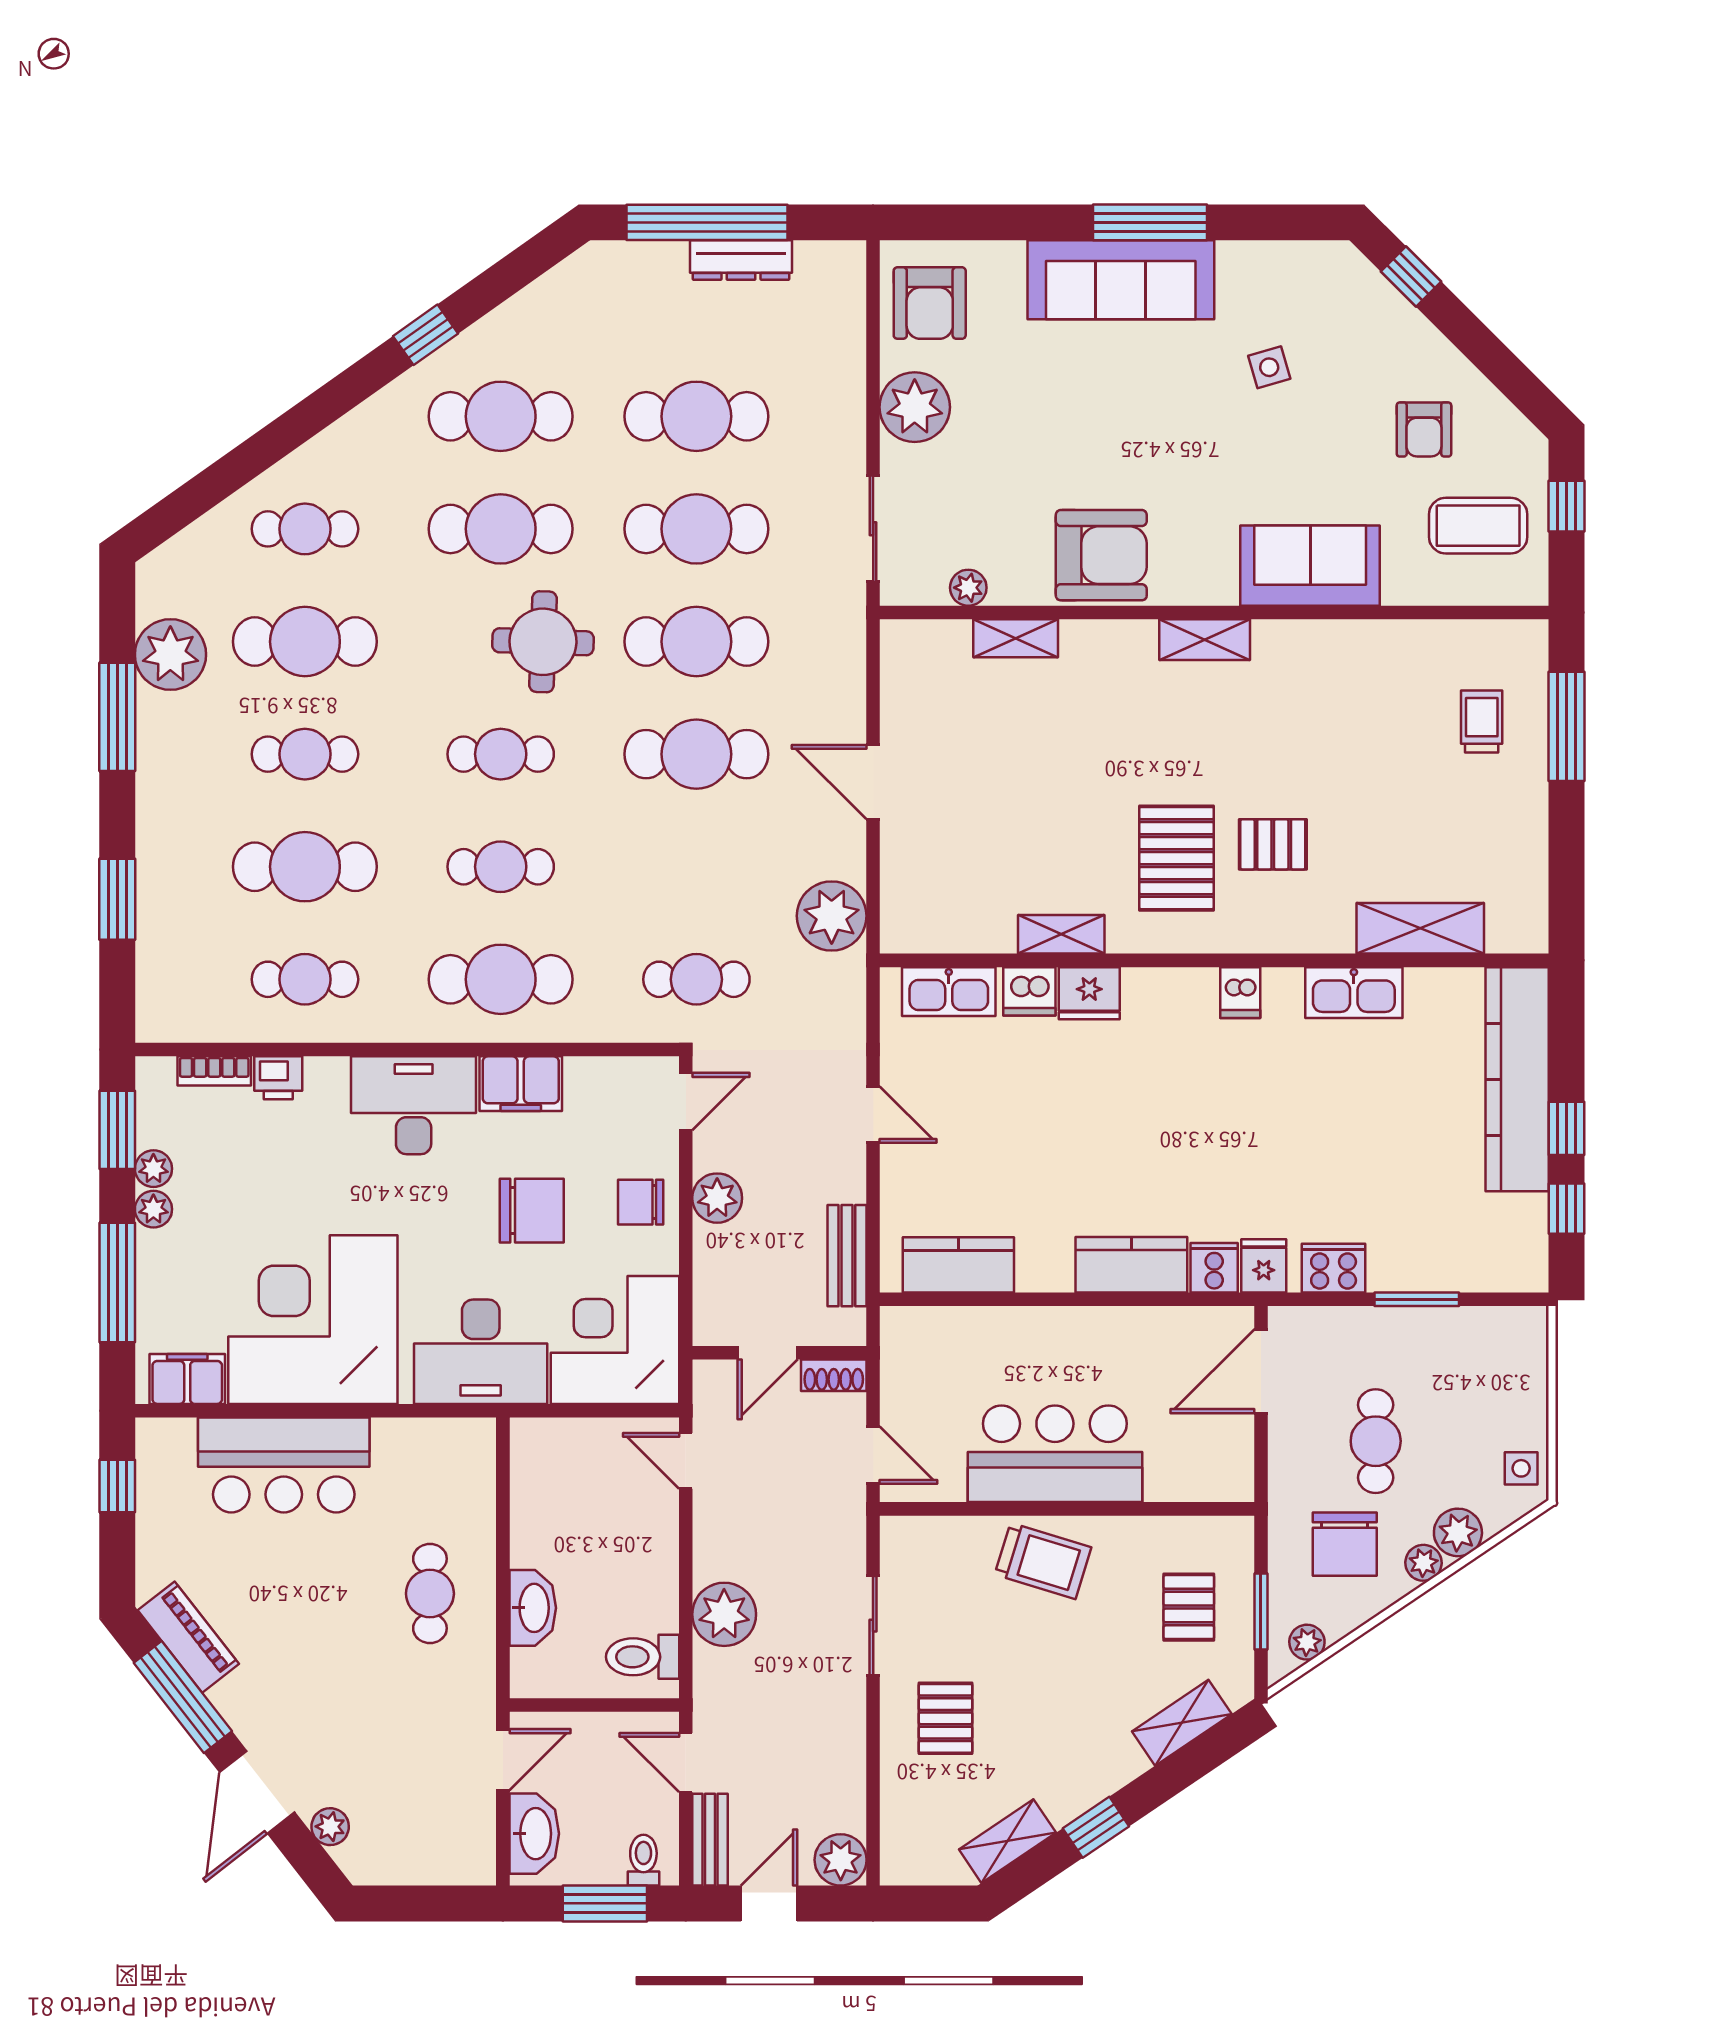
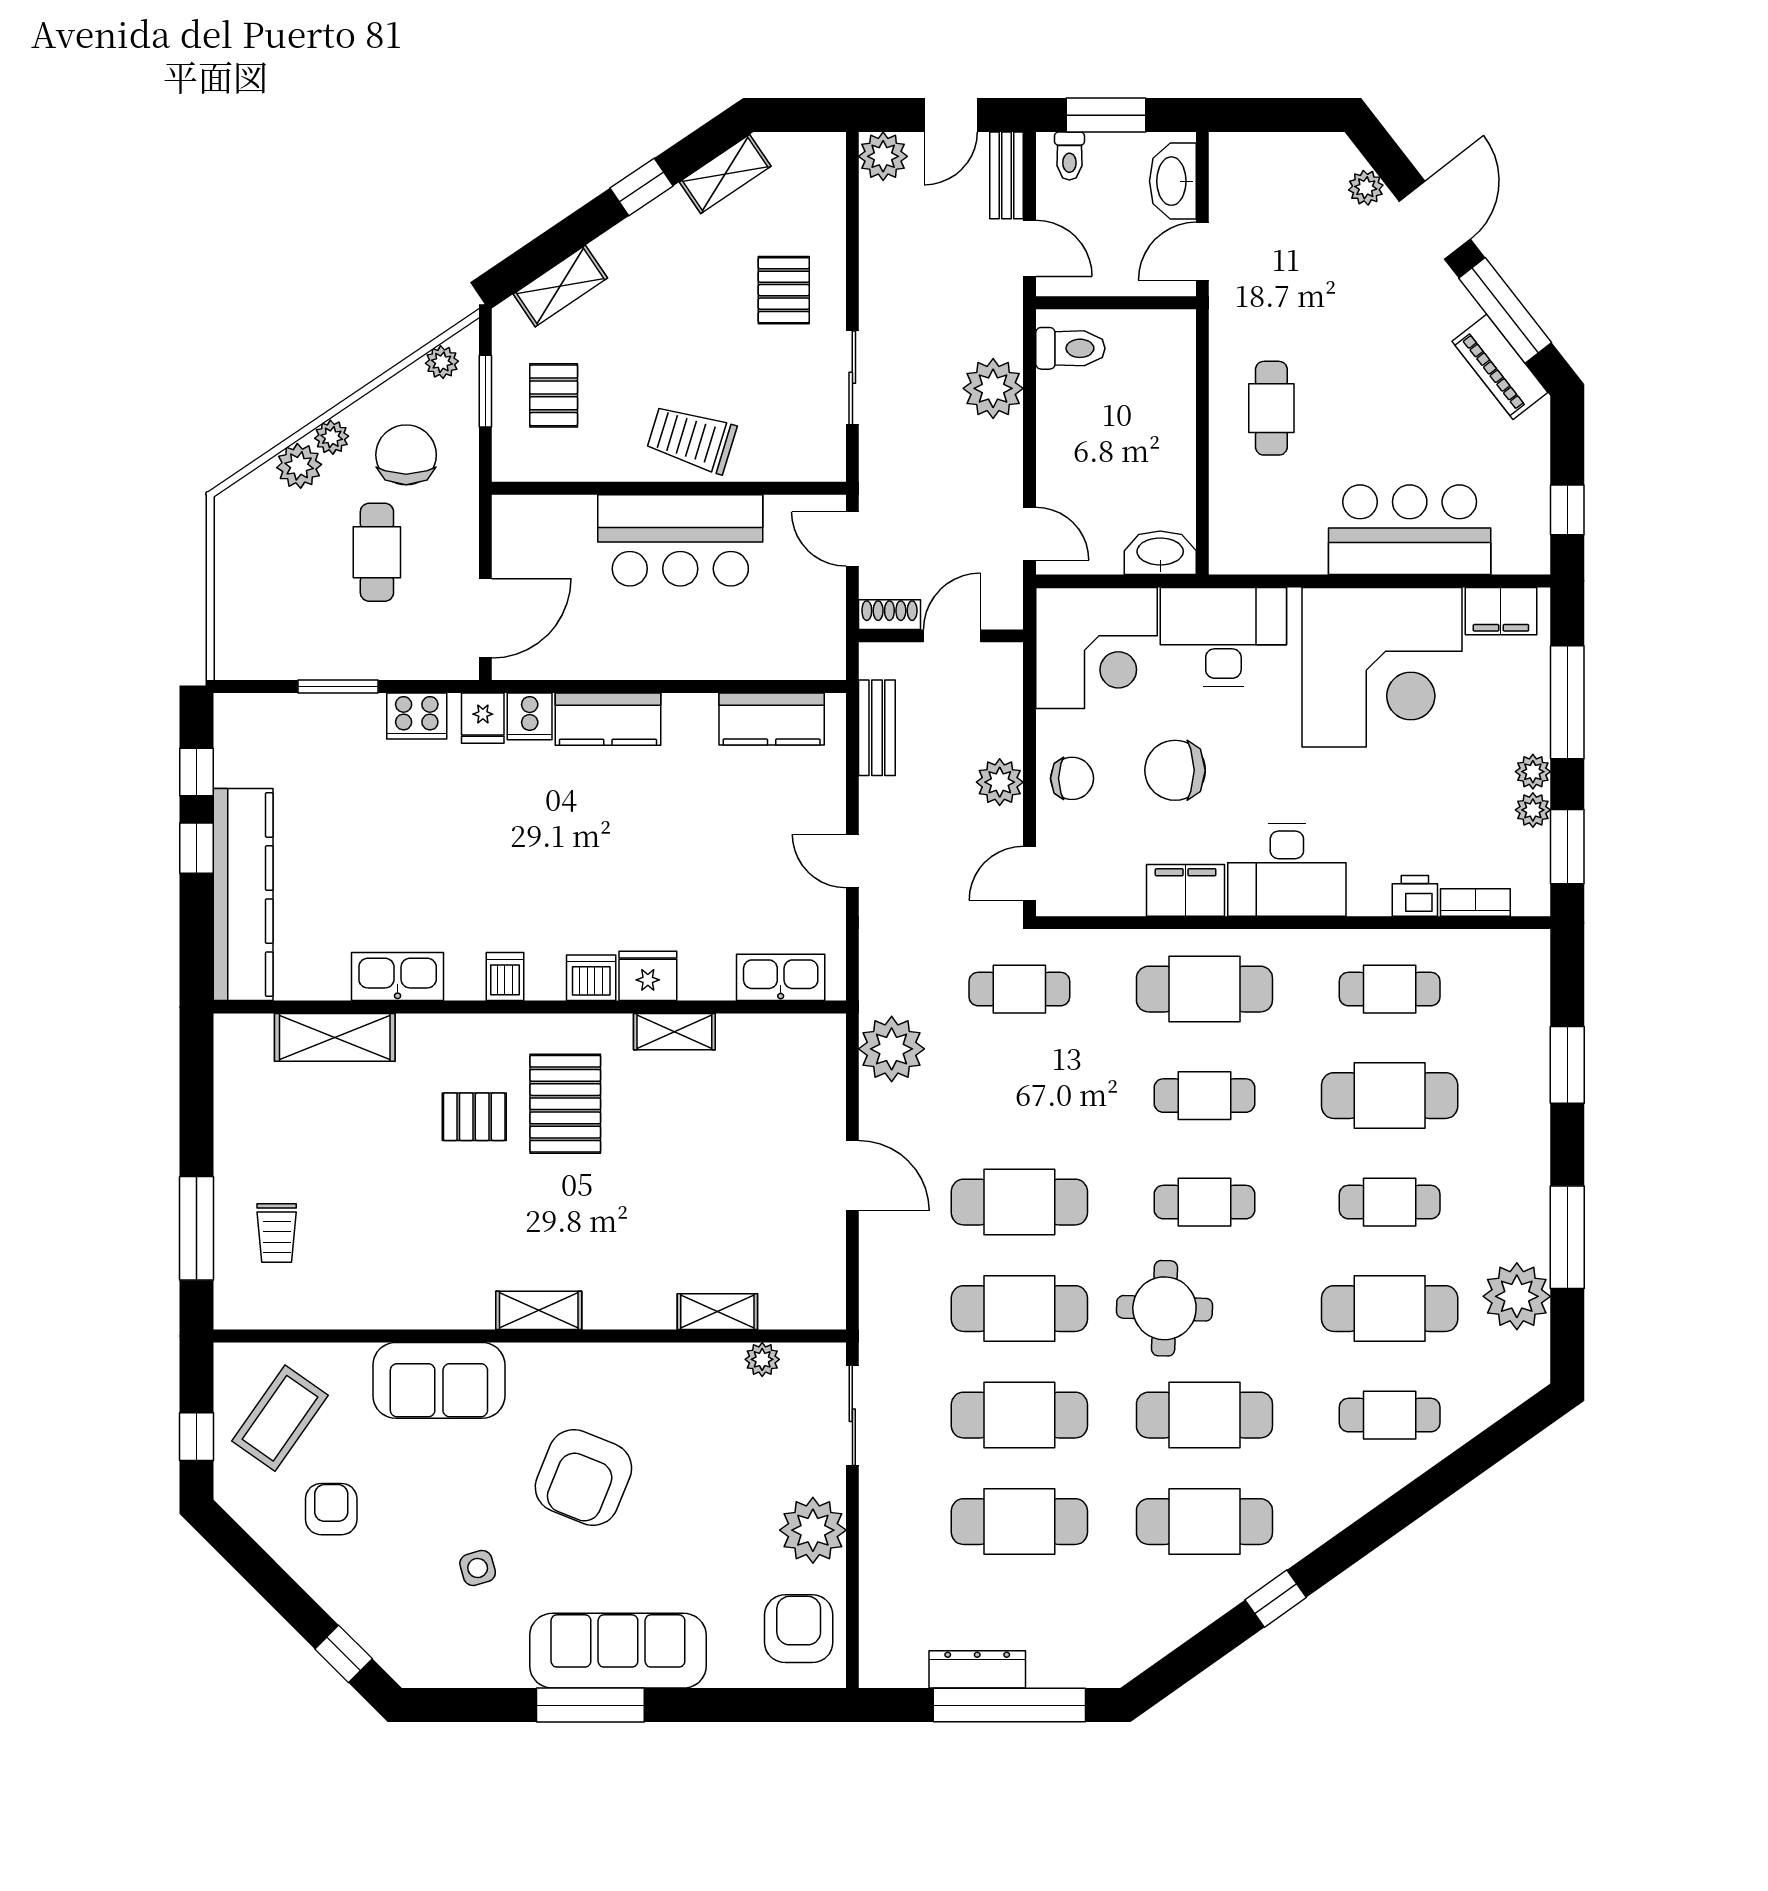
coffee table: (1478, 526) -> (280, 1418), turned -55
armchair: (1101, 555) -> (583, 1477), moved, turned -68
dishwasher: (1029, 991) -> (591, 978), moved
side table: (1521, 1468) -> (239, 527), removed
washbasin: (533, 1608) -> (1160, 553), moved, turned 90

